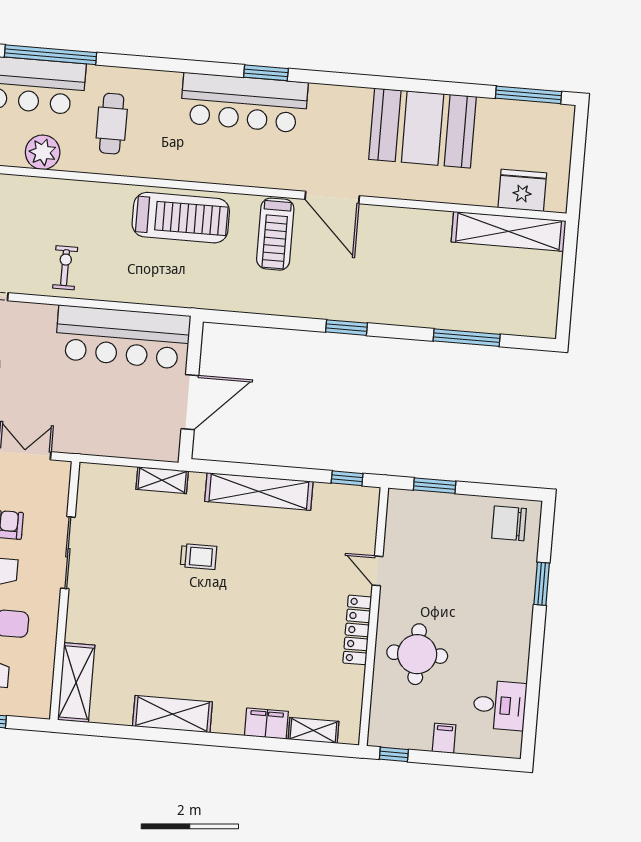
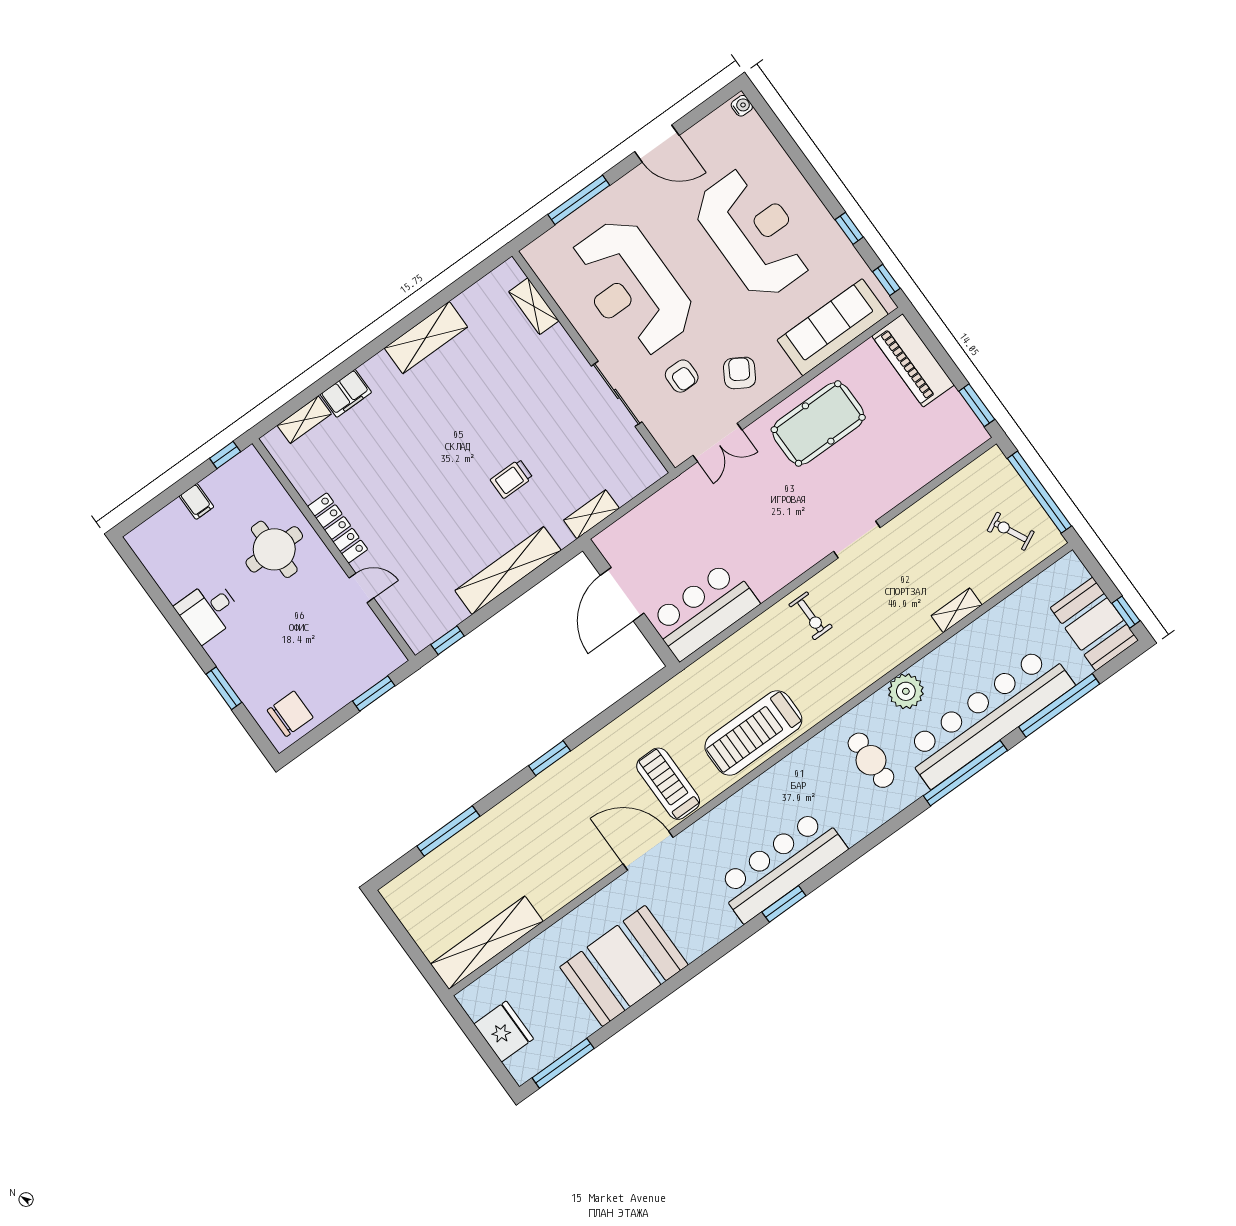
fridge: (522, 190) -> (504, 1031), moved, turned -90
bar counter: (123, 337) -> (704, 611), width x0.73
shelving: (76, 683) -> (534, 306), width x0.67, depth x0.75
desk: (500, 705) -> (208, 611), moved

